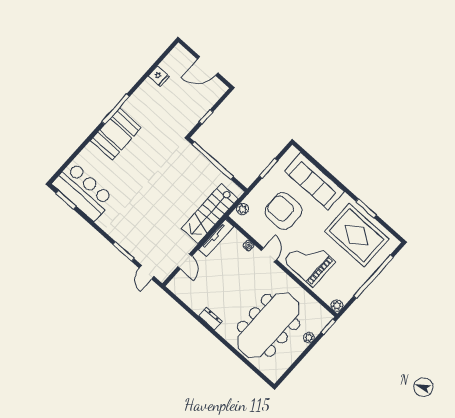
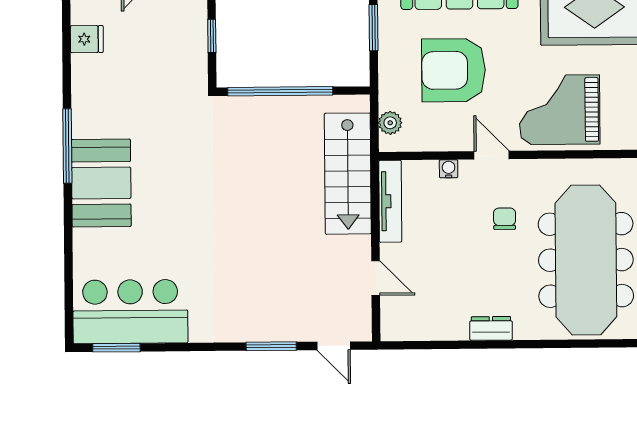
chair: (252, 283) -> (505, 219), added

